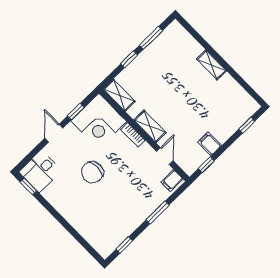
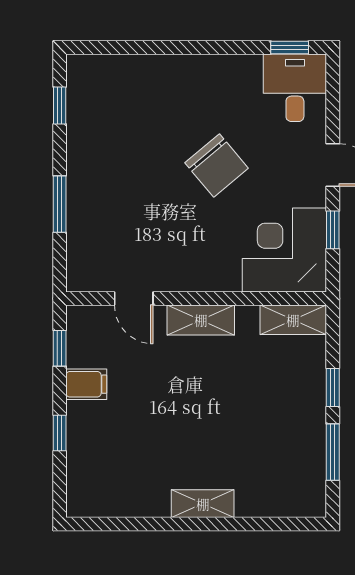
window: (247, 125) -> (60, 433), moved
bookcase: (133, 135) -> (213, 282), removed
chair: (93, 172) -> (217, 165), turned 140
filing cabinet: (172, 181) -> (86, 273), removed

